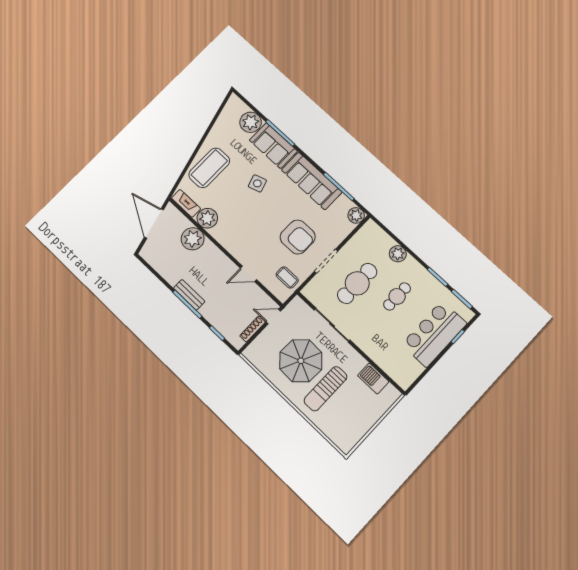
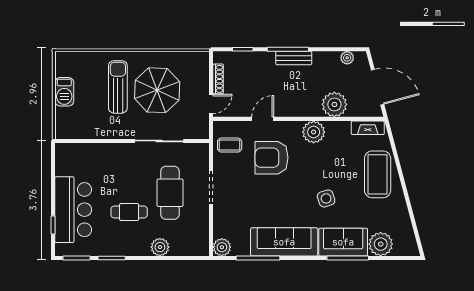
plant: (207, 218) -> (314, 132), moved
armchair: (298, 237) -> (272, 158), moved
plant: (154, 261) -> (347, 58), added
cafe table: (397, 296) -> (129, 212), turned 90
barbecue: (373, 379) -> (64, 92), moved, turned 90

